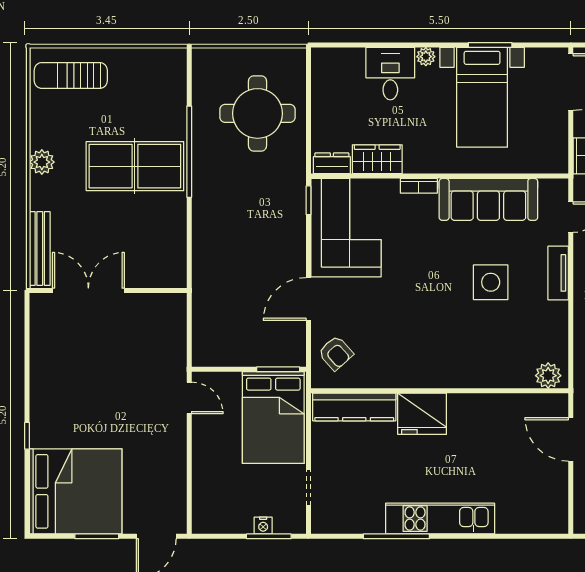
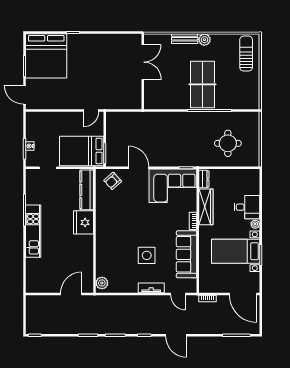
round table: (258, 113) -> (228, 143), width x0.73, depth x0.73
wardrobe: (377, 159) -> (206, 207), width x1.50
bench: (40, 248) -> (185, 39), moved, width x0.73

